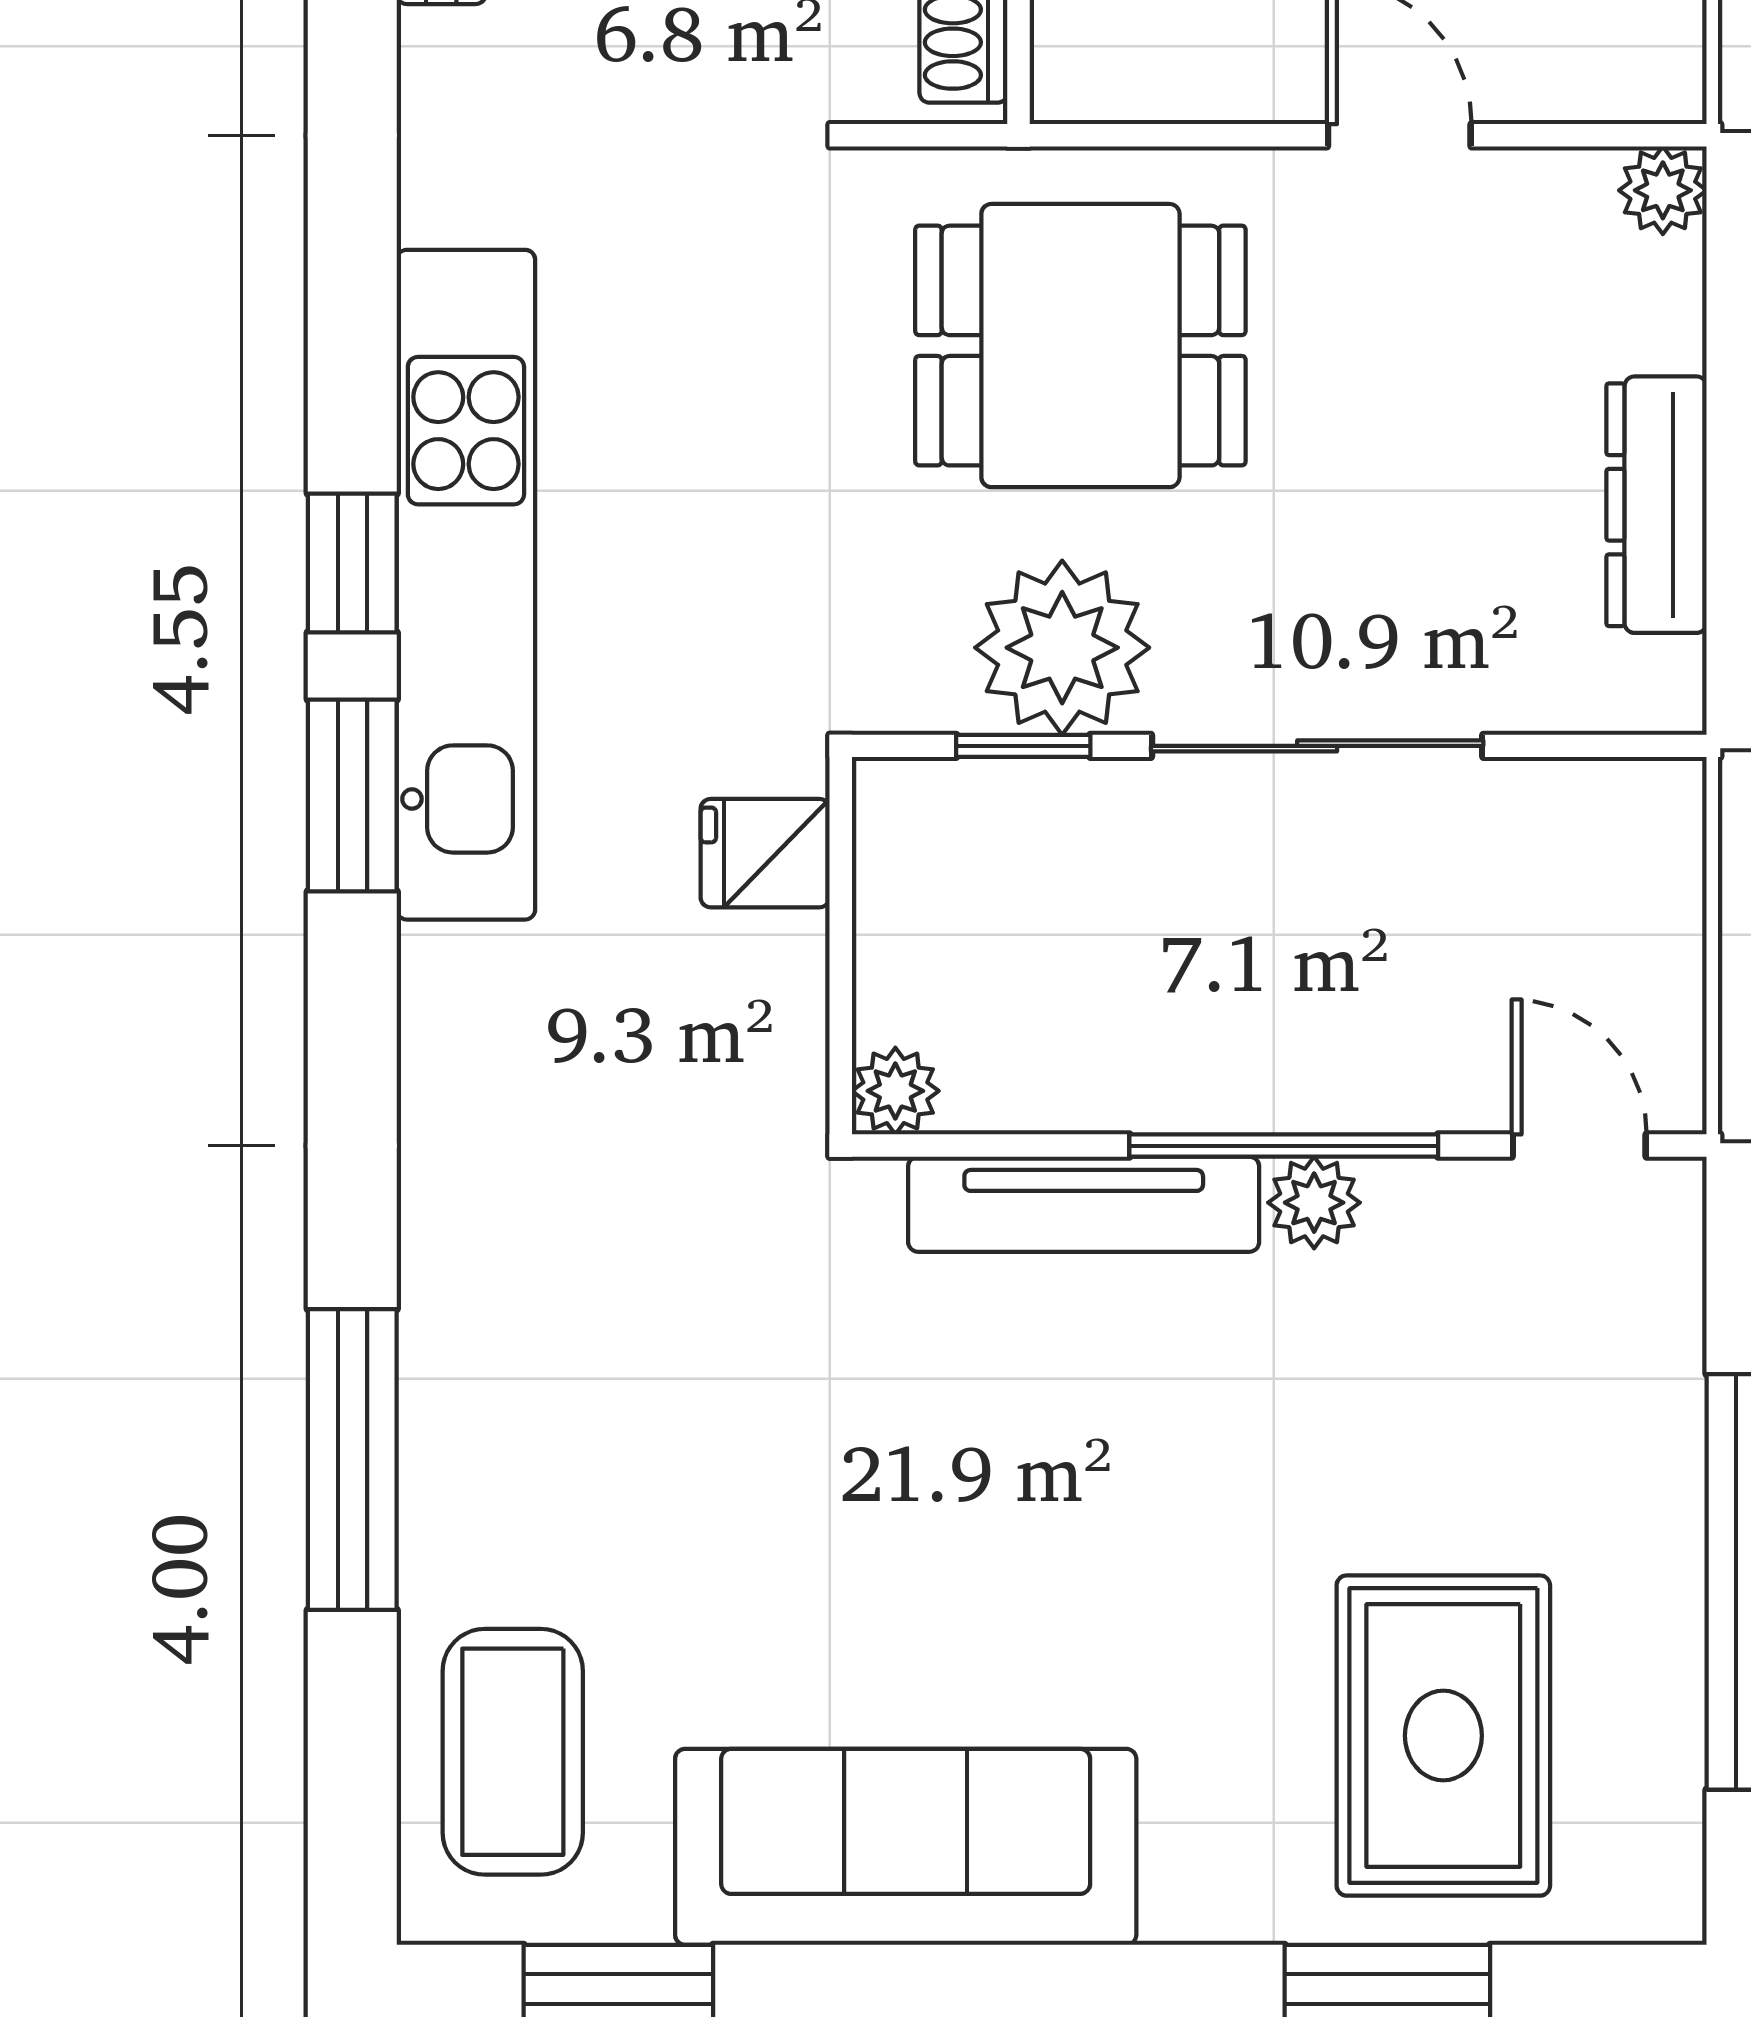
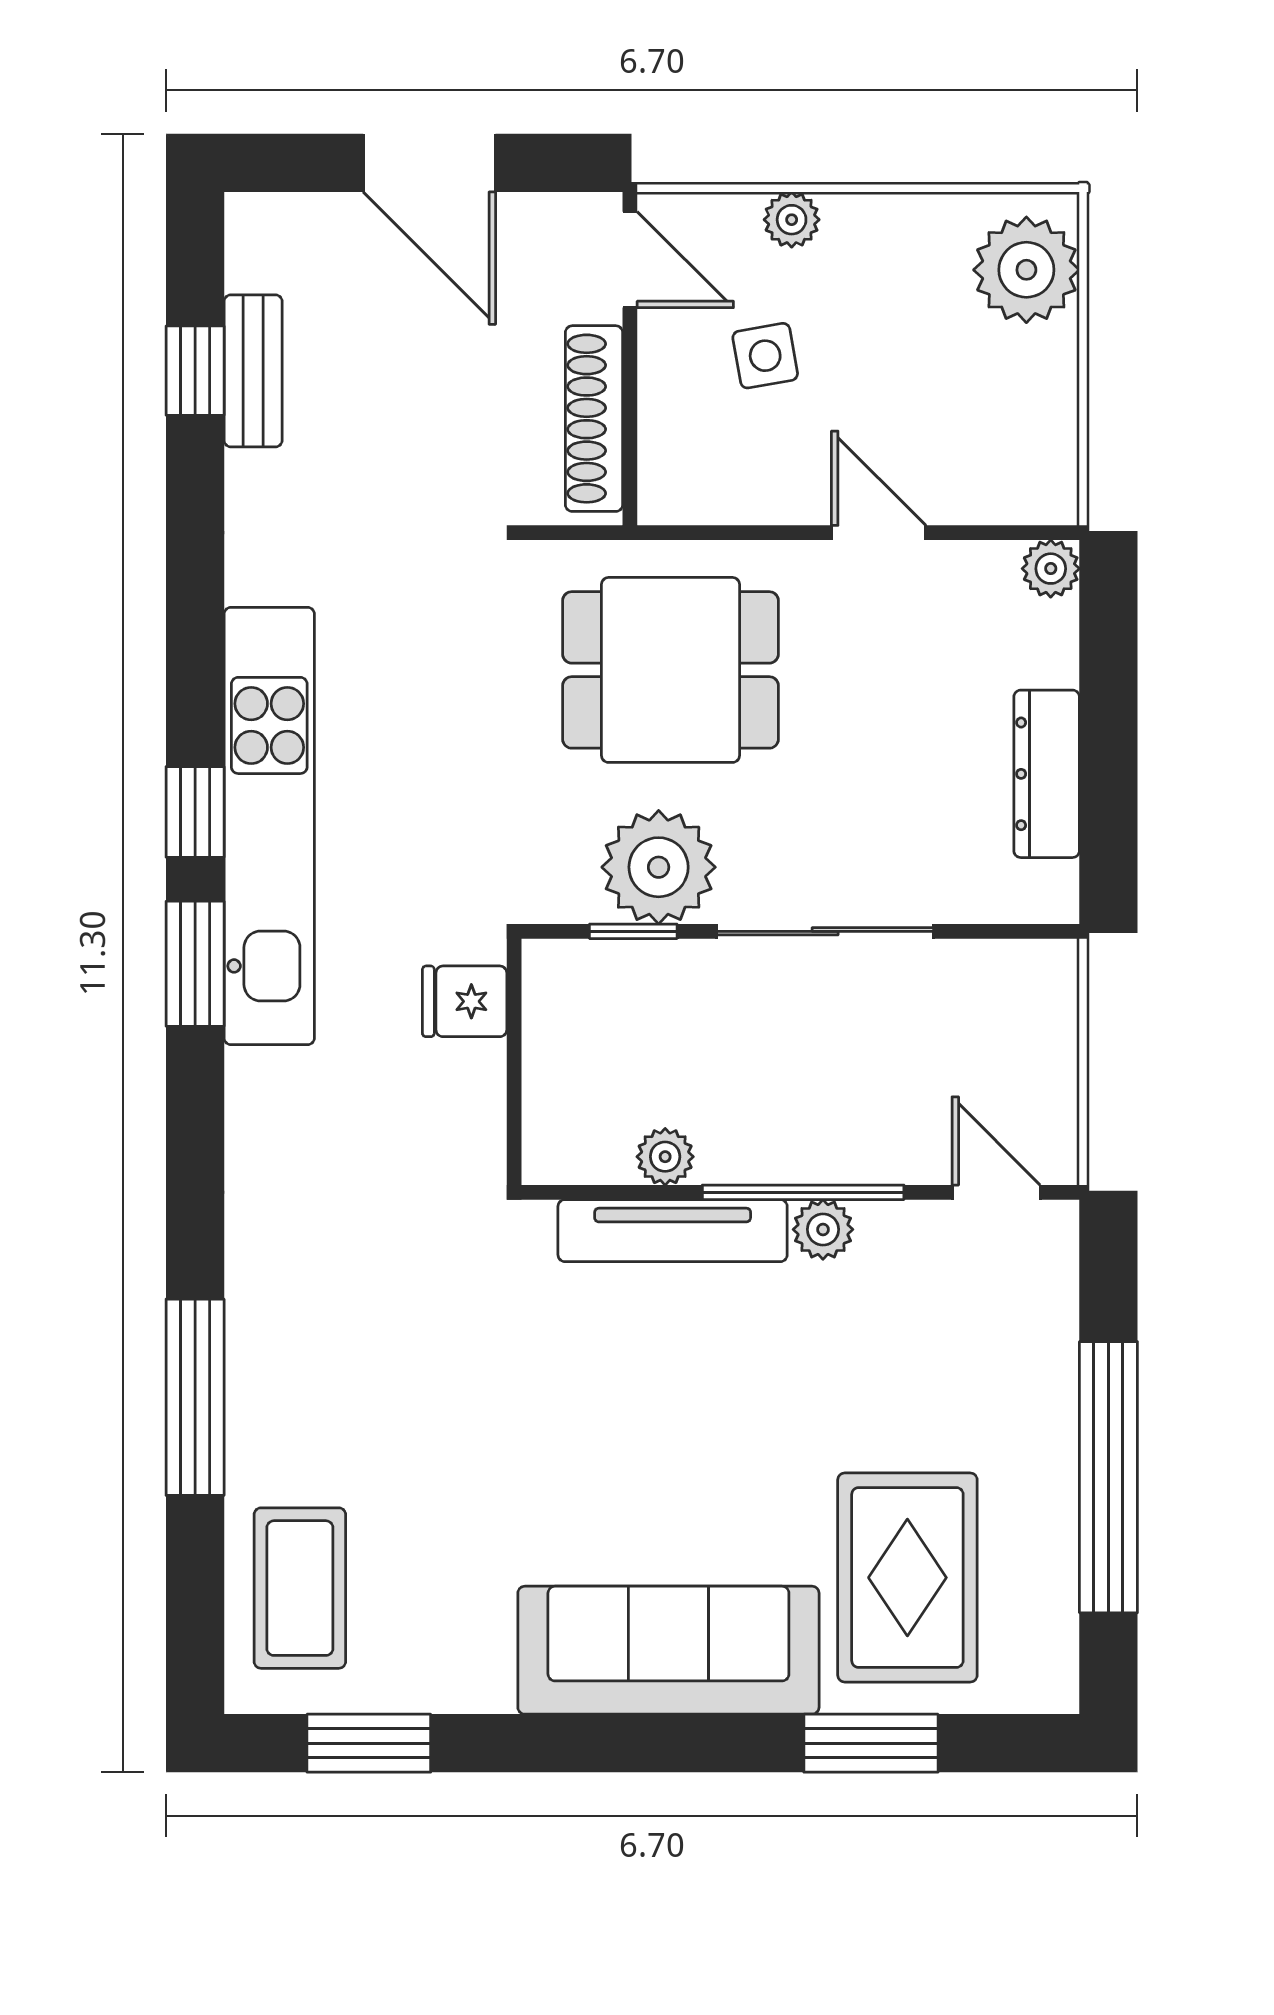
plant: (895, 1091) -> (665, 1157), moved
sofa: (906, 1847) -> (668, 1650), moved

